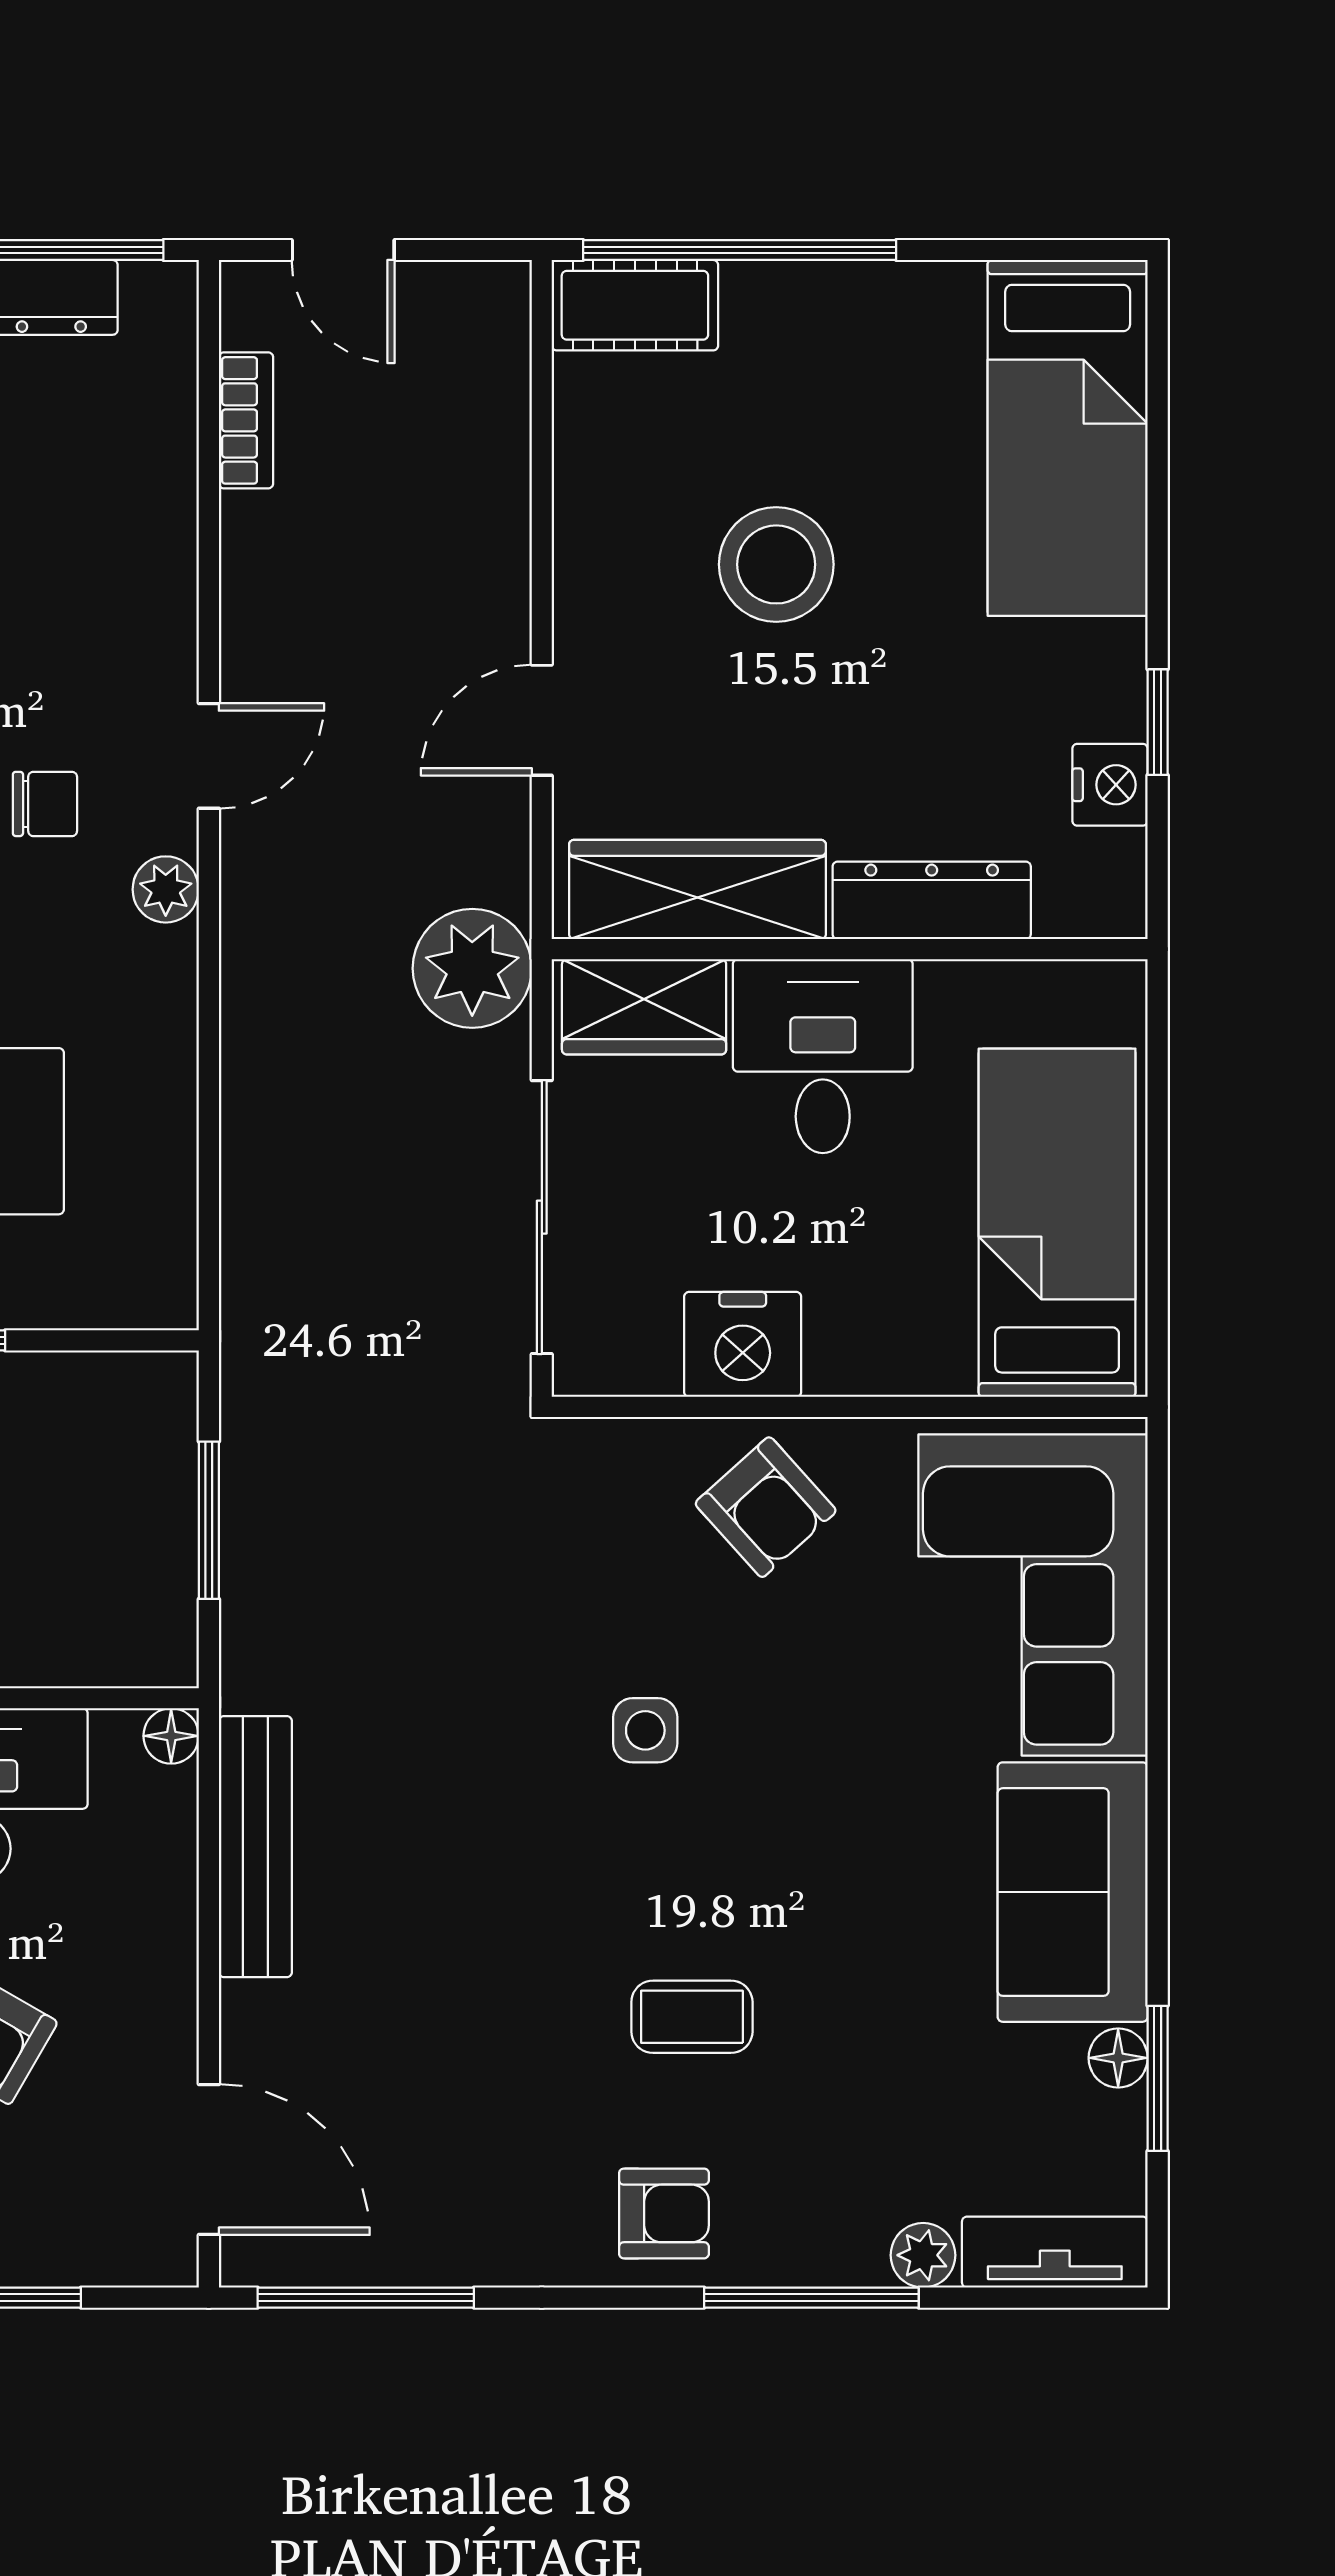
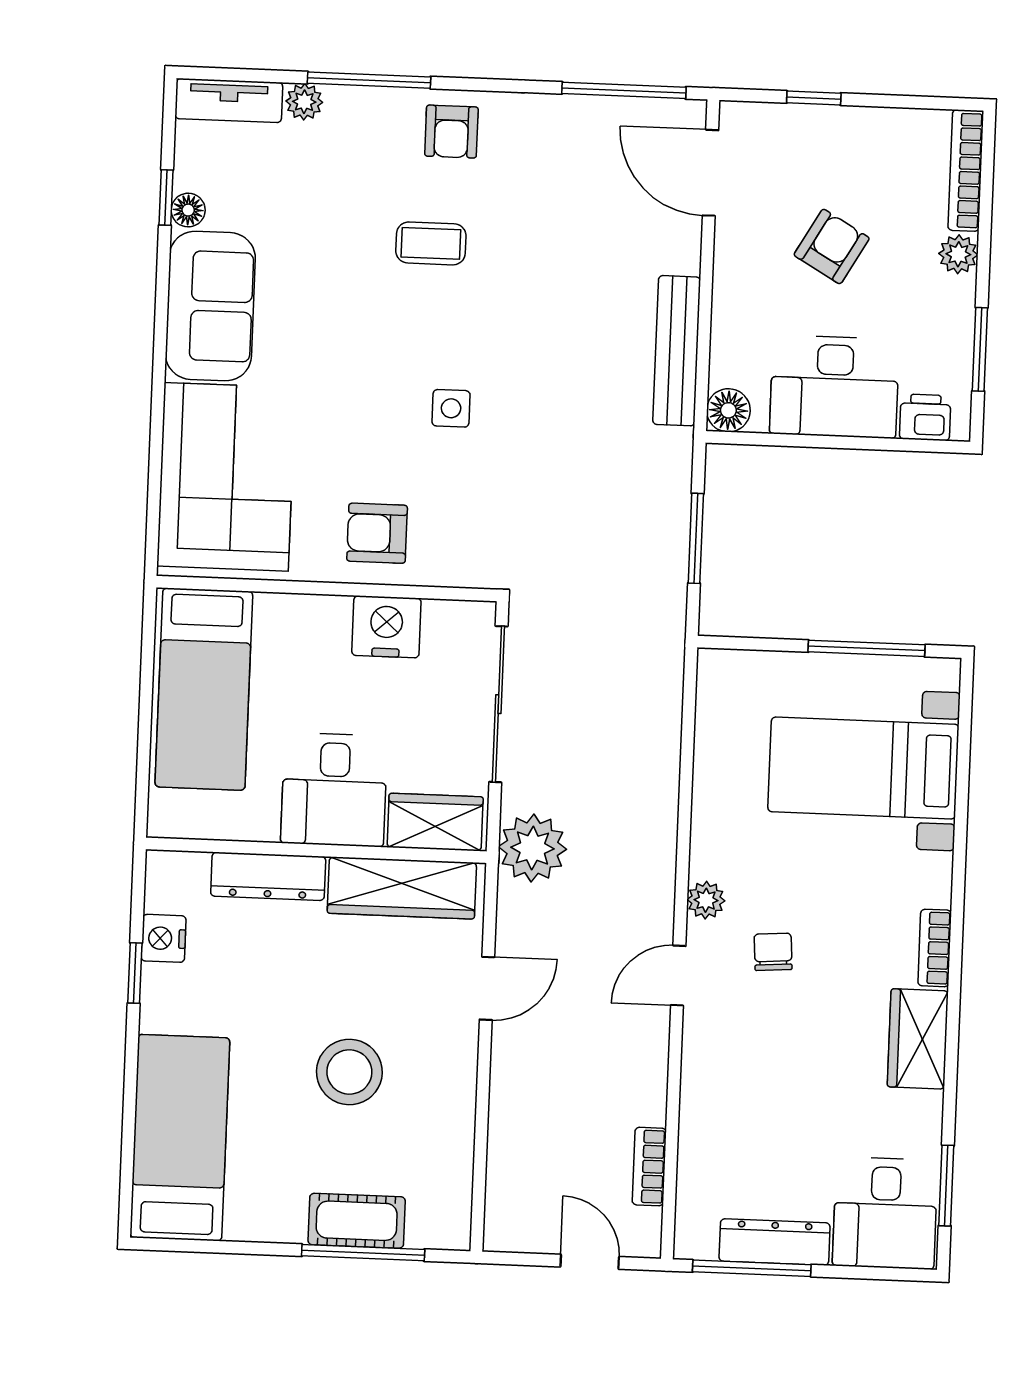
window: (740, 250) -> (363, 1253), width x0.68
cot: (635, 305) -> (357, 1221), moved
chair: (45, 804) -> (773, 952), turned 86
armchair: (766, 1507) -> (377, 533), turned -48
floor lamp: (171, 1736) -> (728, 410), width x1.37, depth x1.37
window: (1158, 2078) -> (166, 198), width x0.67
armchair: (664, 2213) -> (451, 132), turned -90

